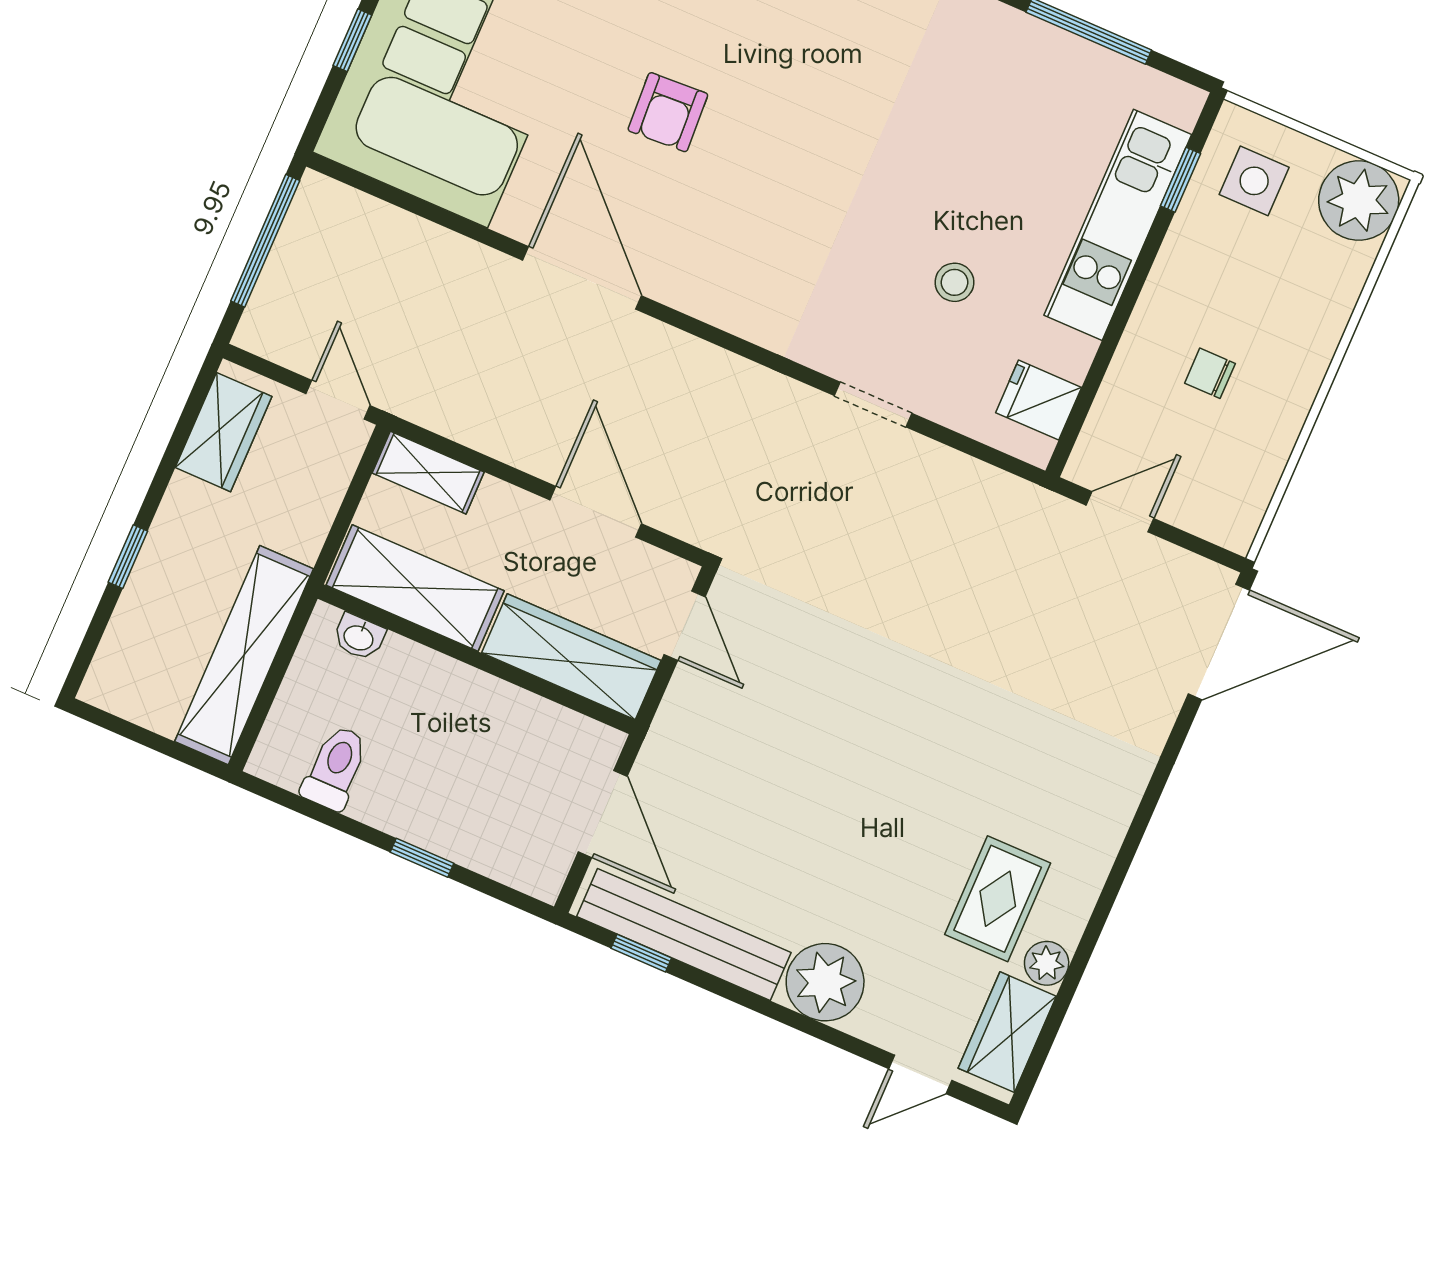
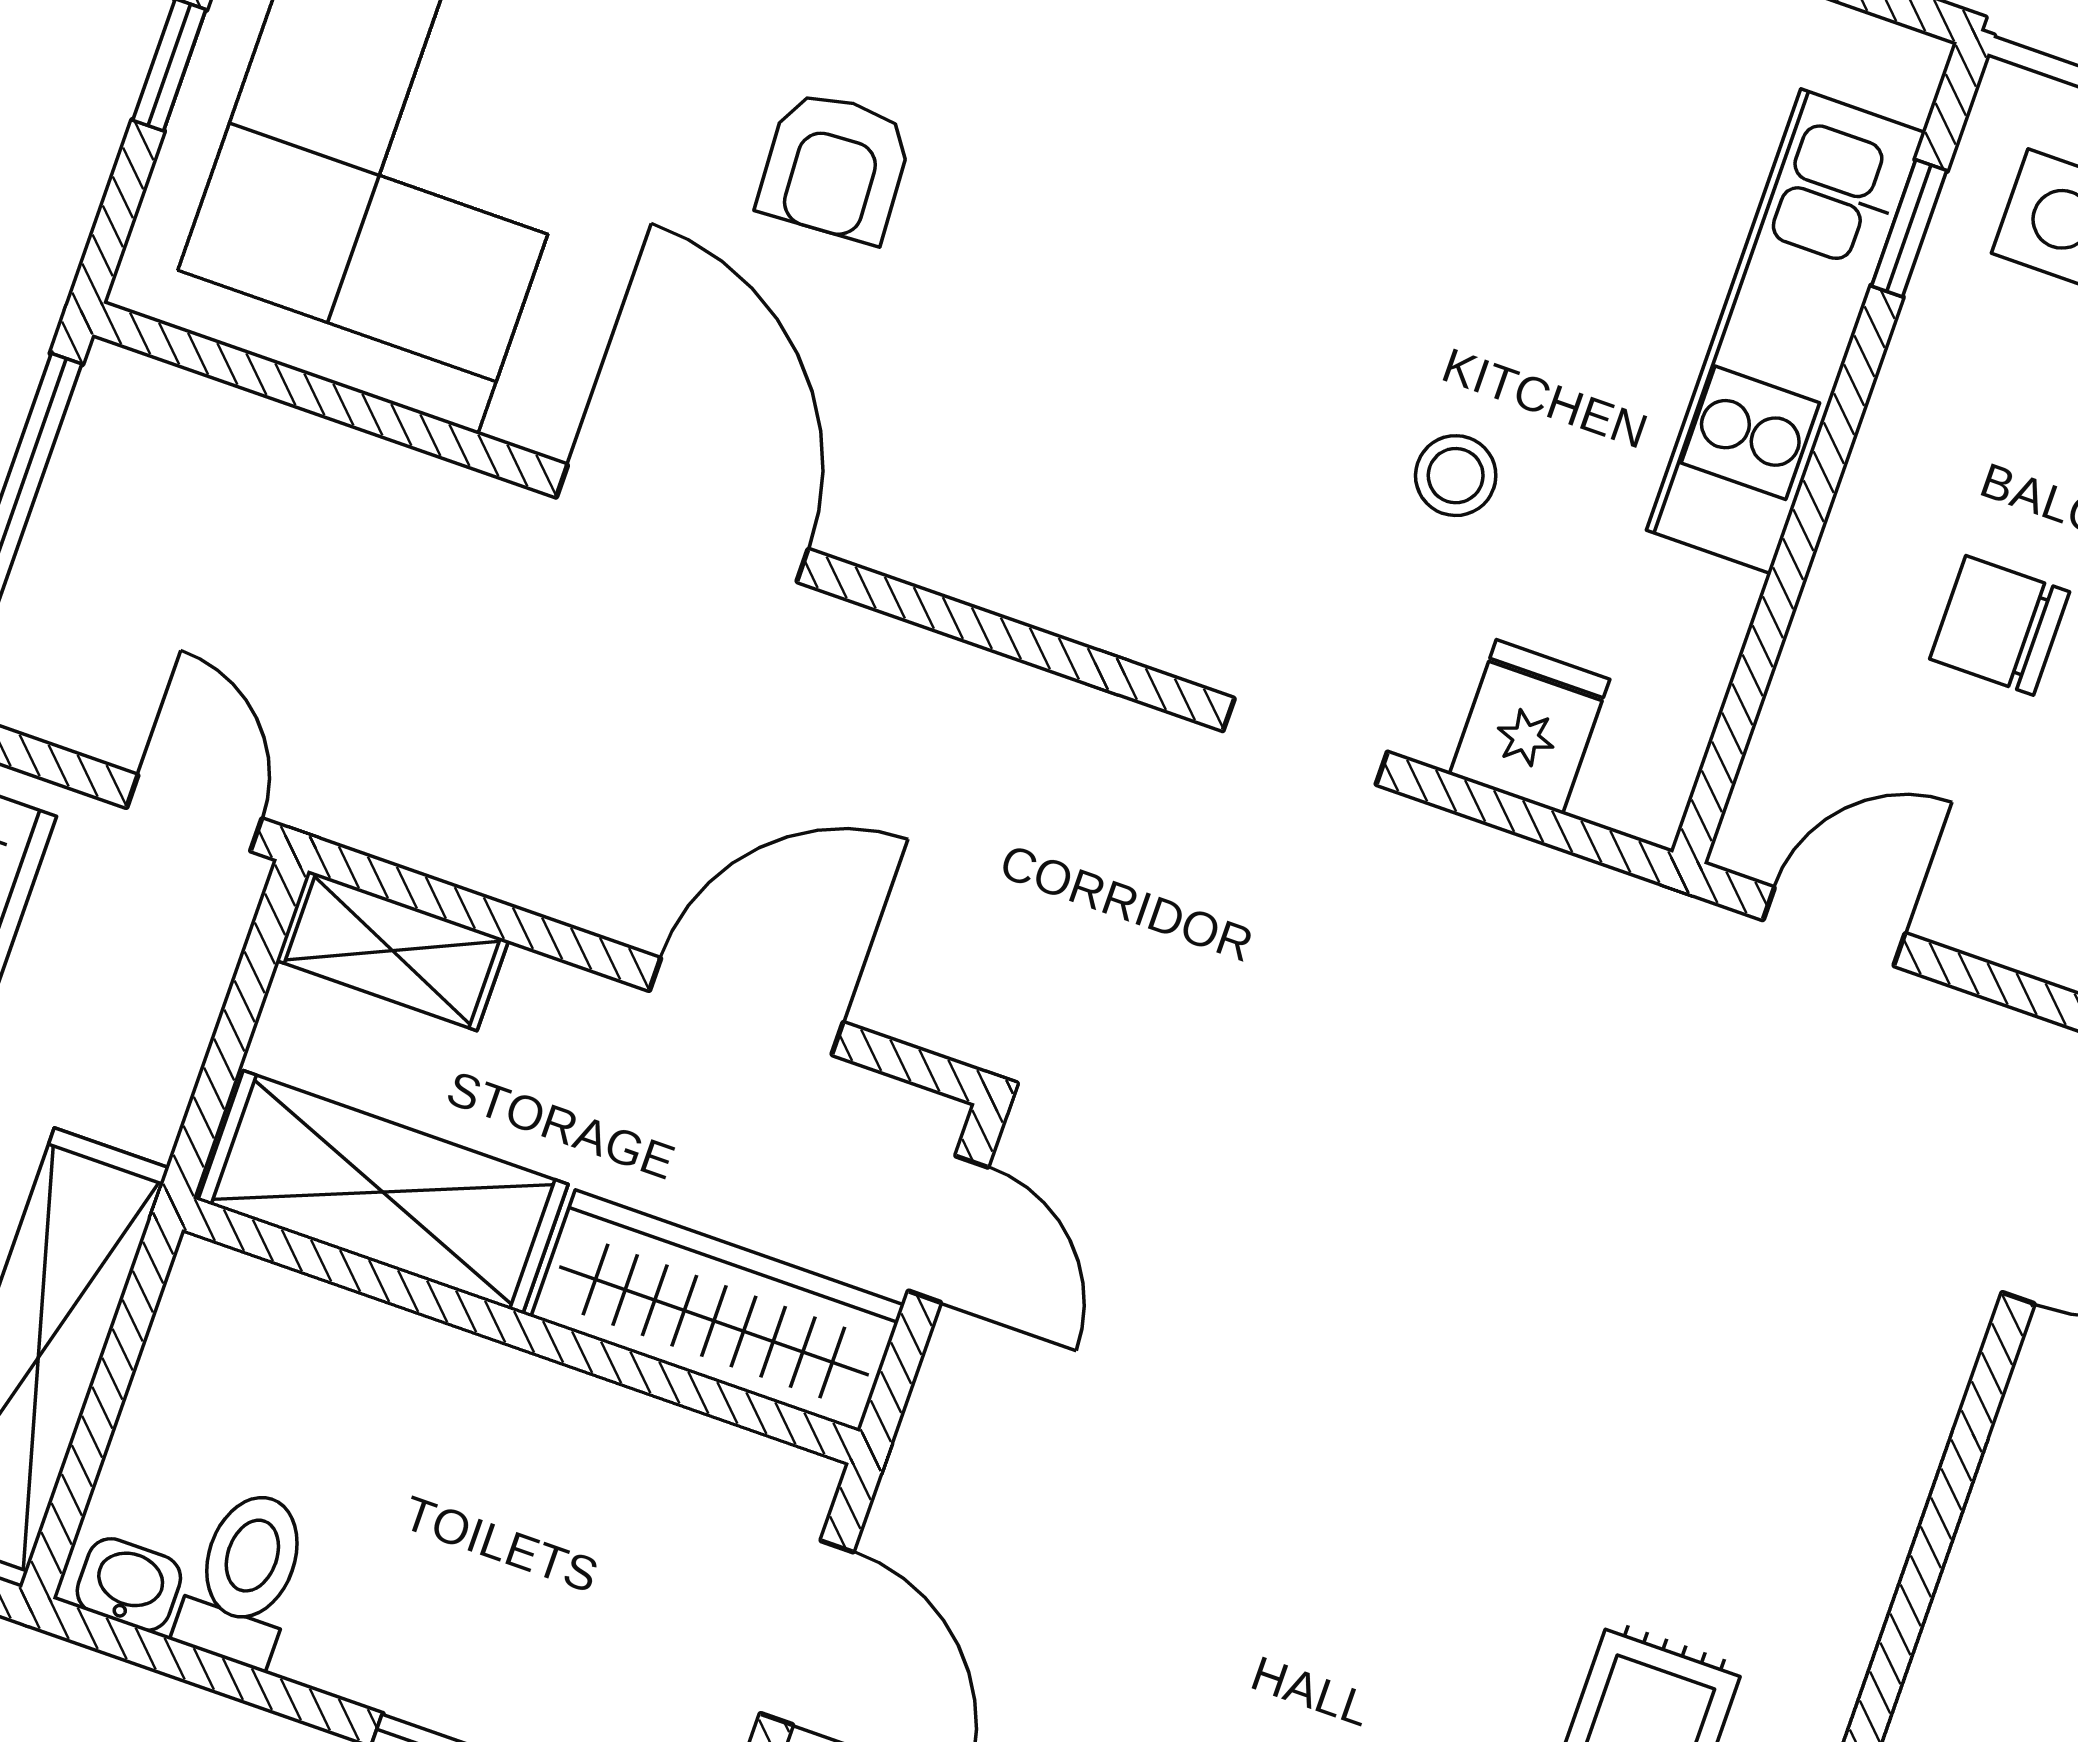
chair: (1210, 373) -> (2000, 625), width x1.37, depth x1.37
fridge: (1039, 400) -> (1529, 727), moved, turned 90
door: (596, 512) -> (746, 1006), hinge flipped
washbasin: (359, 637) -> (129, 1584), moved, turned 180

